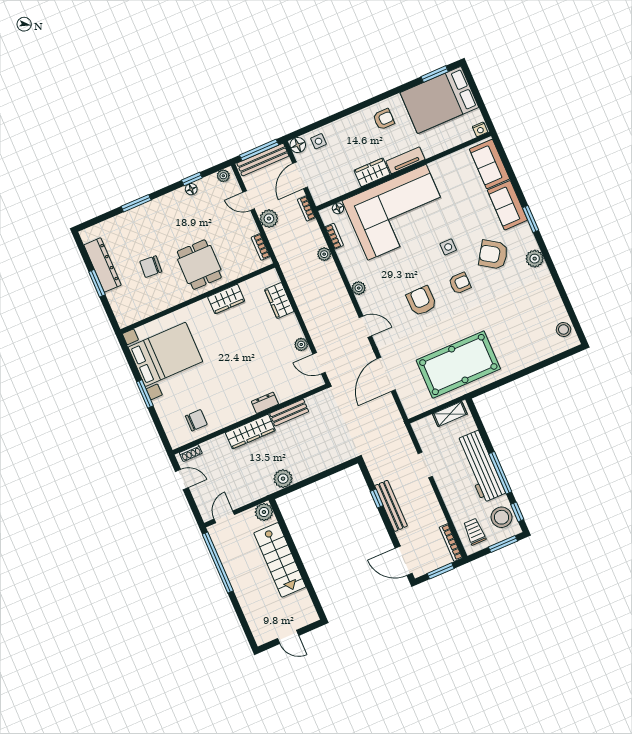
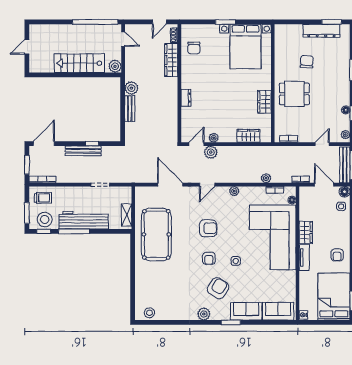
plant: (269, 219) -> (211, 152), moved
window: (97, 283) -> (332, 22), moved
bench: (289, 413) -> (130, 109), moved
wardrobe: (250, 432) -> (171, 60), moved

